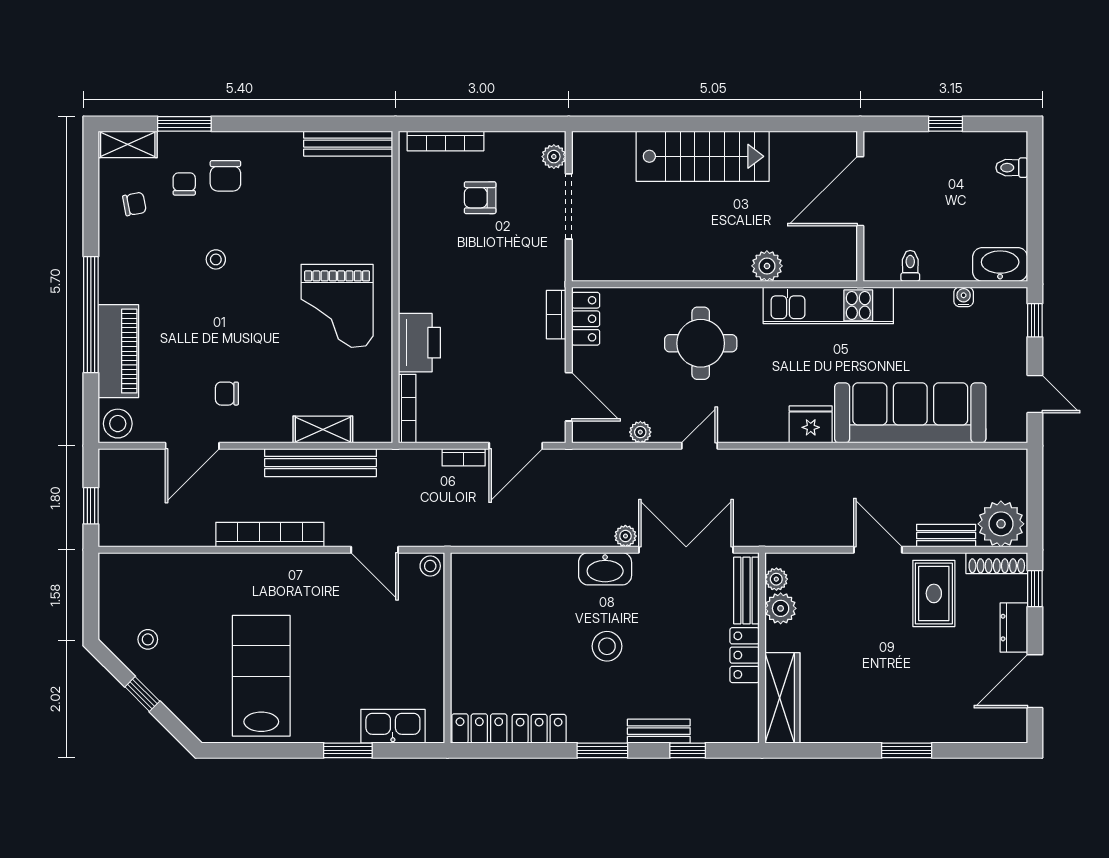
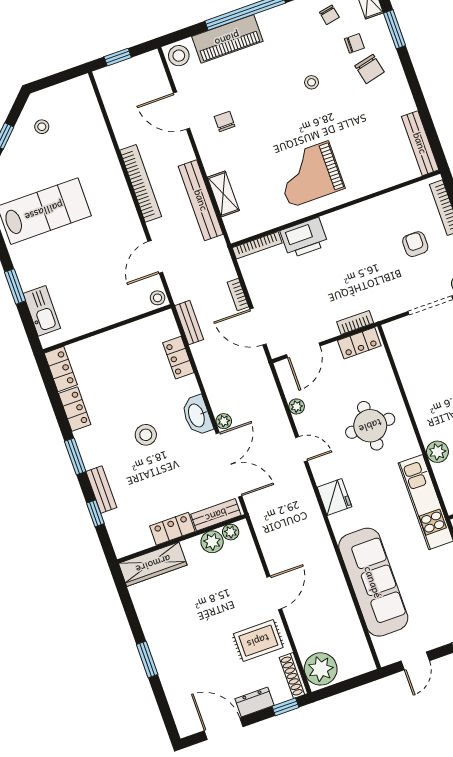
chair: (225, 176) -> (370, 69), turned -103
fridge: (811, 424) -> (334, 497), moved
bench: (946, 536) -> (189, 323), moved
locker: (520, 566) -> (178, 358), added

